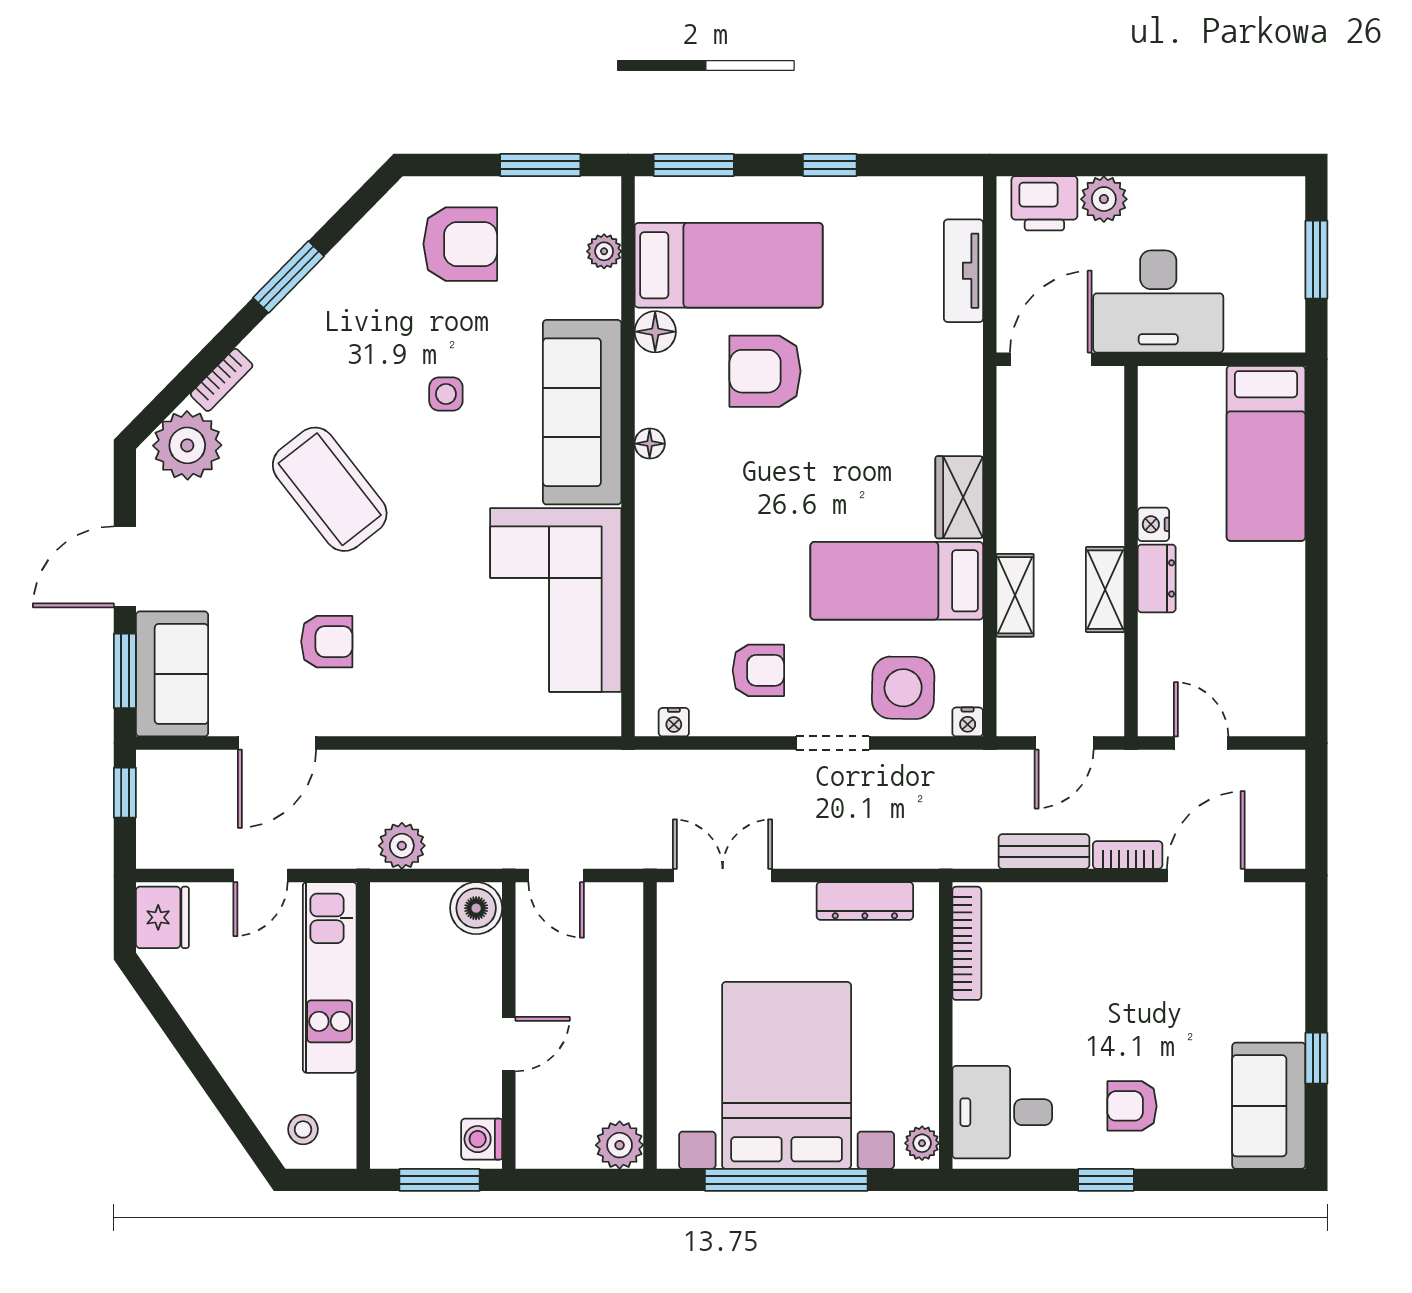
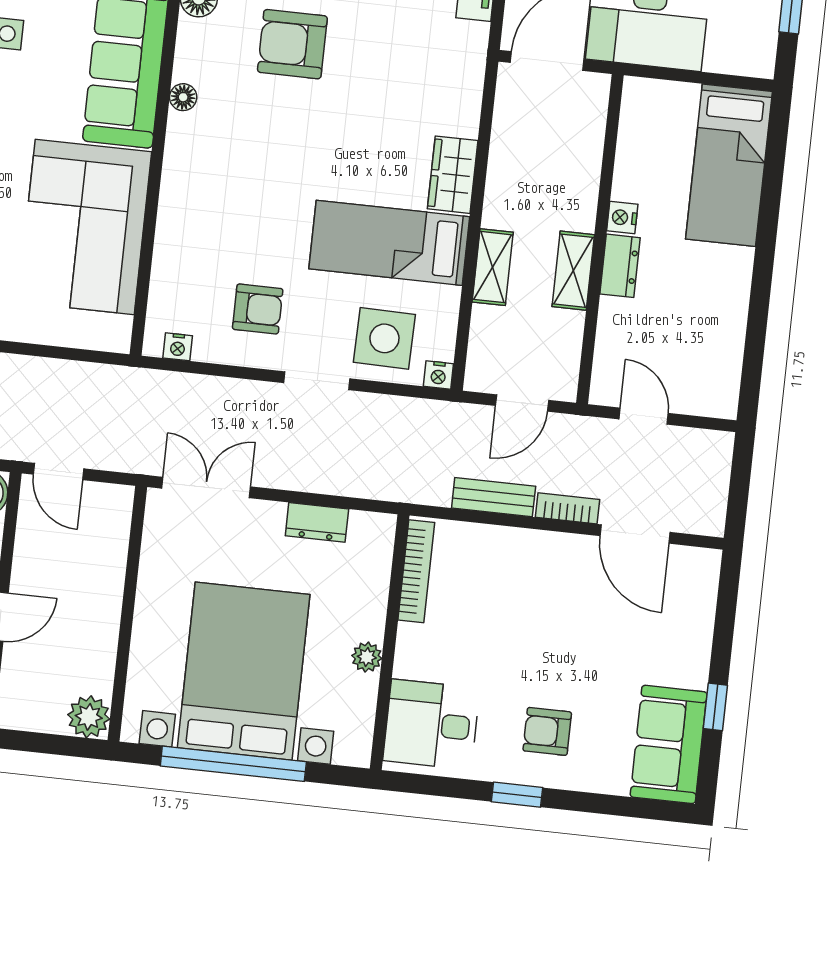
door: (1206, 875) -> (635, 534), swing flipped
dresser: (865, 901) -> (317, 522), width x0.70
plant: (922, 1143) -> (367, 657), moved

